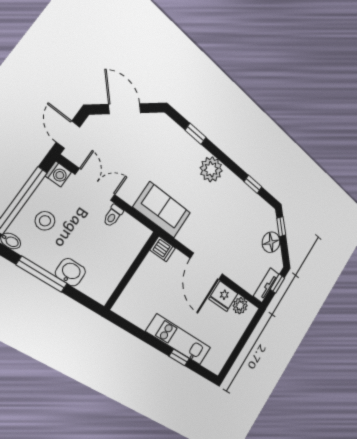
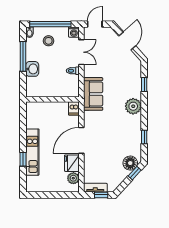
floor lamp: (271, 242) -> (130, 163), moved

